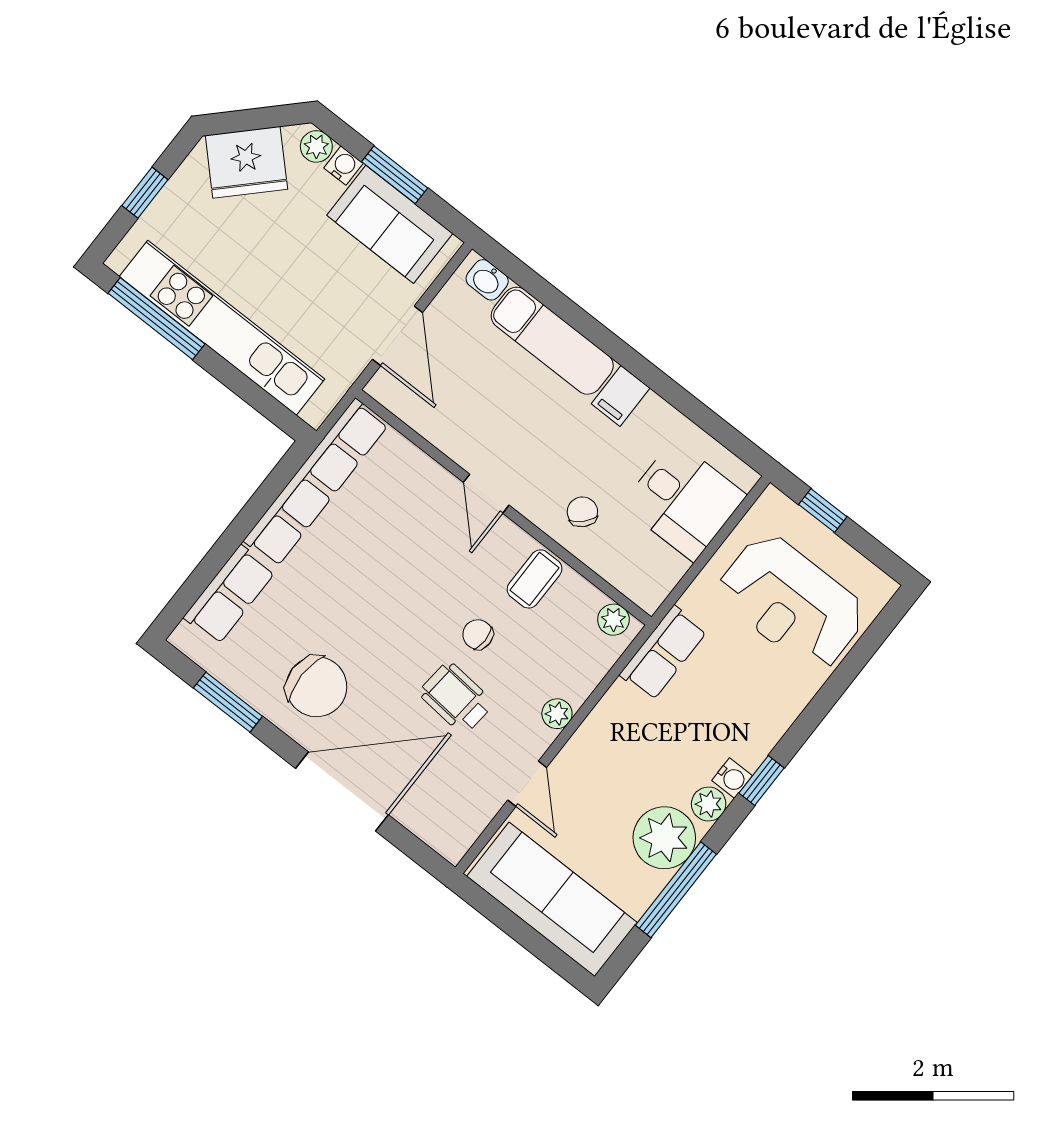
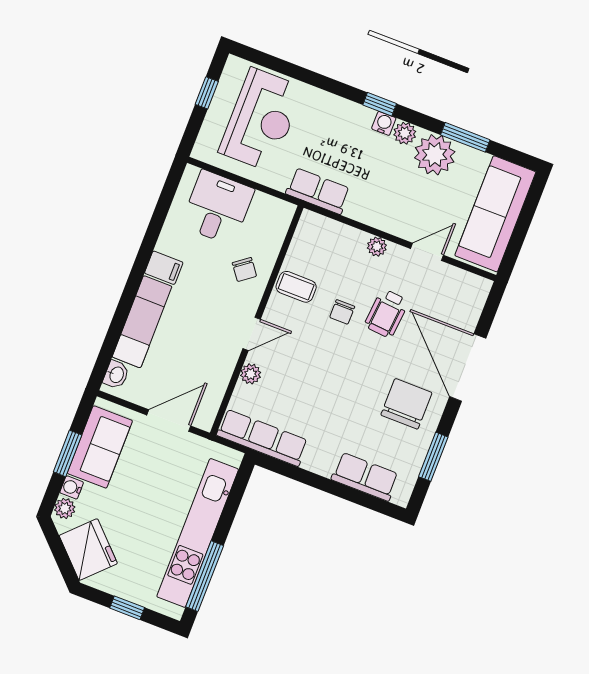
row of seats: (316, 483) -> (262, 438), width x0.73
window: (823, 511) -> (207, 93), moved
chair: (582, 512) -> (244, 269), turned -81
plant: (613, 620) -> (251, 374), moved
window: (676, 890) -> (465, 137), width x0.69

